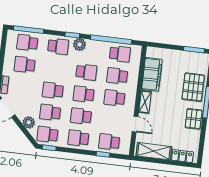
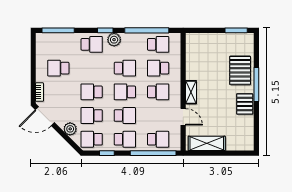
school desk: (27, 43) -> (58, 44), removed
filing cabinet: (152, 74) -> (195, 62), removed
school desk: (114, 98) -> (158, 92), turned 180
school desk: (81, 116) -> (125, 116), turned 180
school desk: (78, 138) -> (125, 139), turned 180
school desk: (109, 142) -> (158, 139), turned 180
window: (49, 148) -> (107, 153), moved
window: (103, 154) -> (153, 153), width x3.17
locker: (182, 156) -> (238, 145), removed

